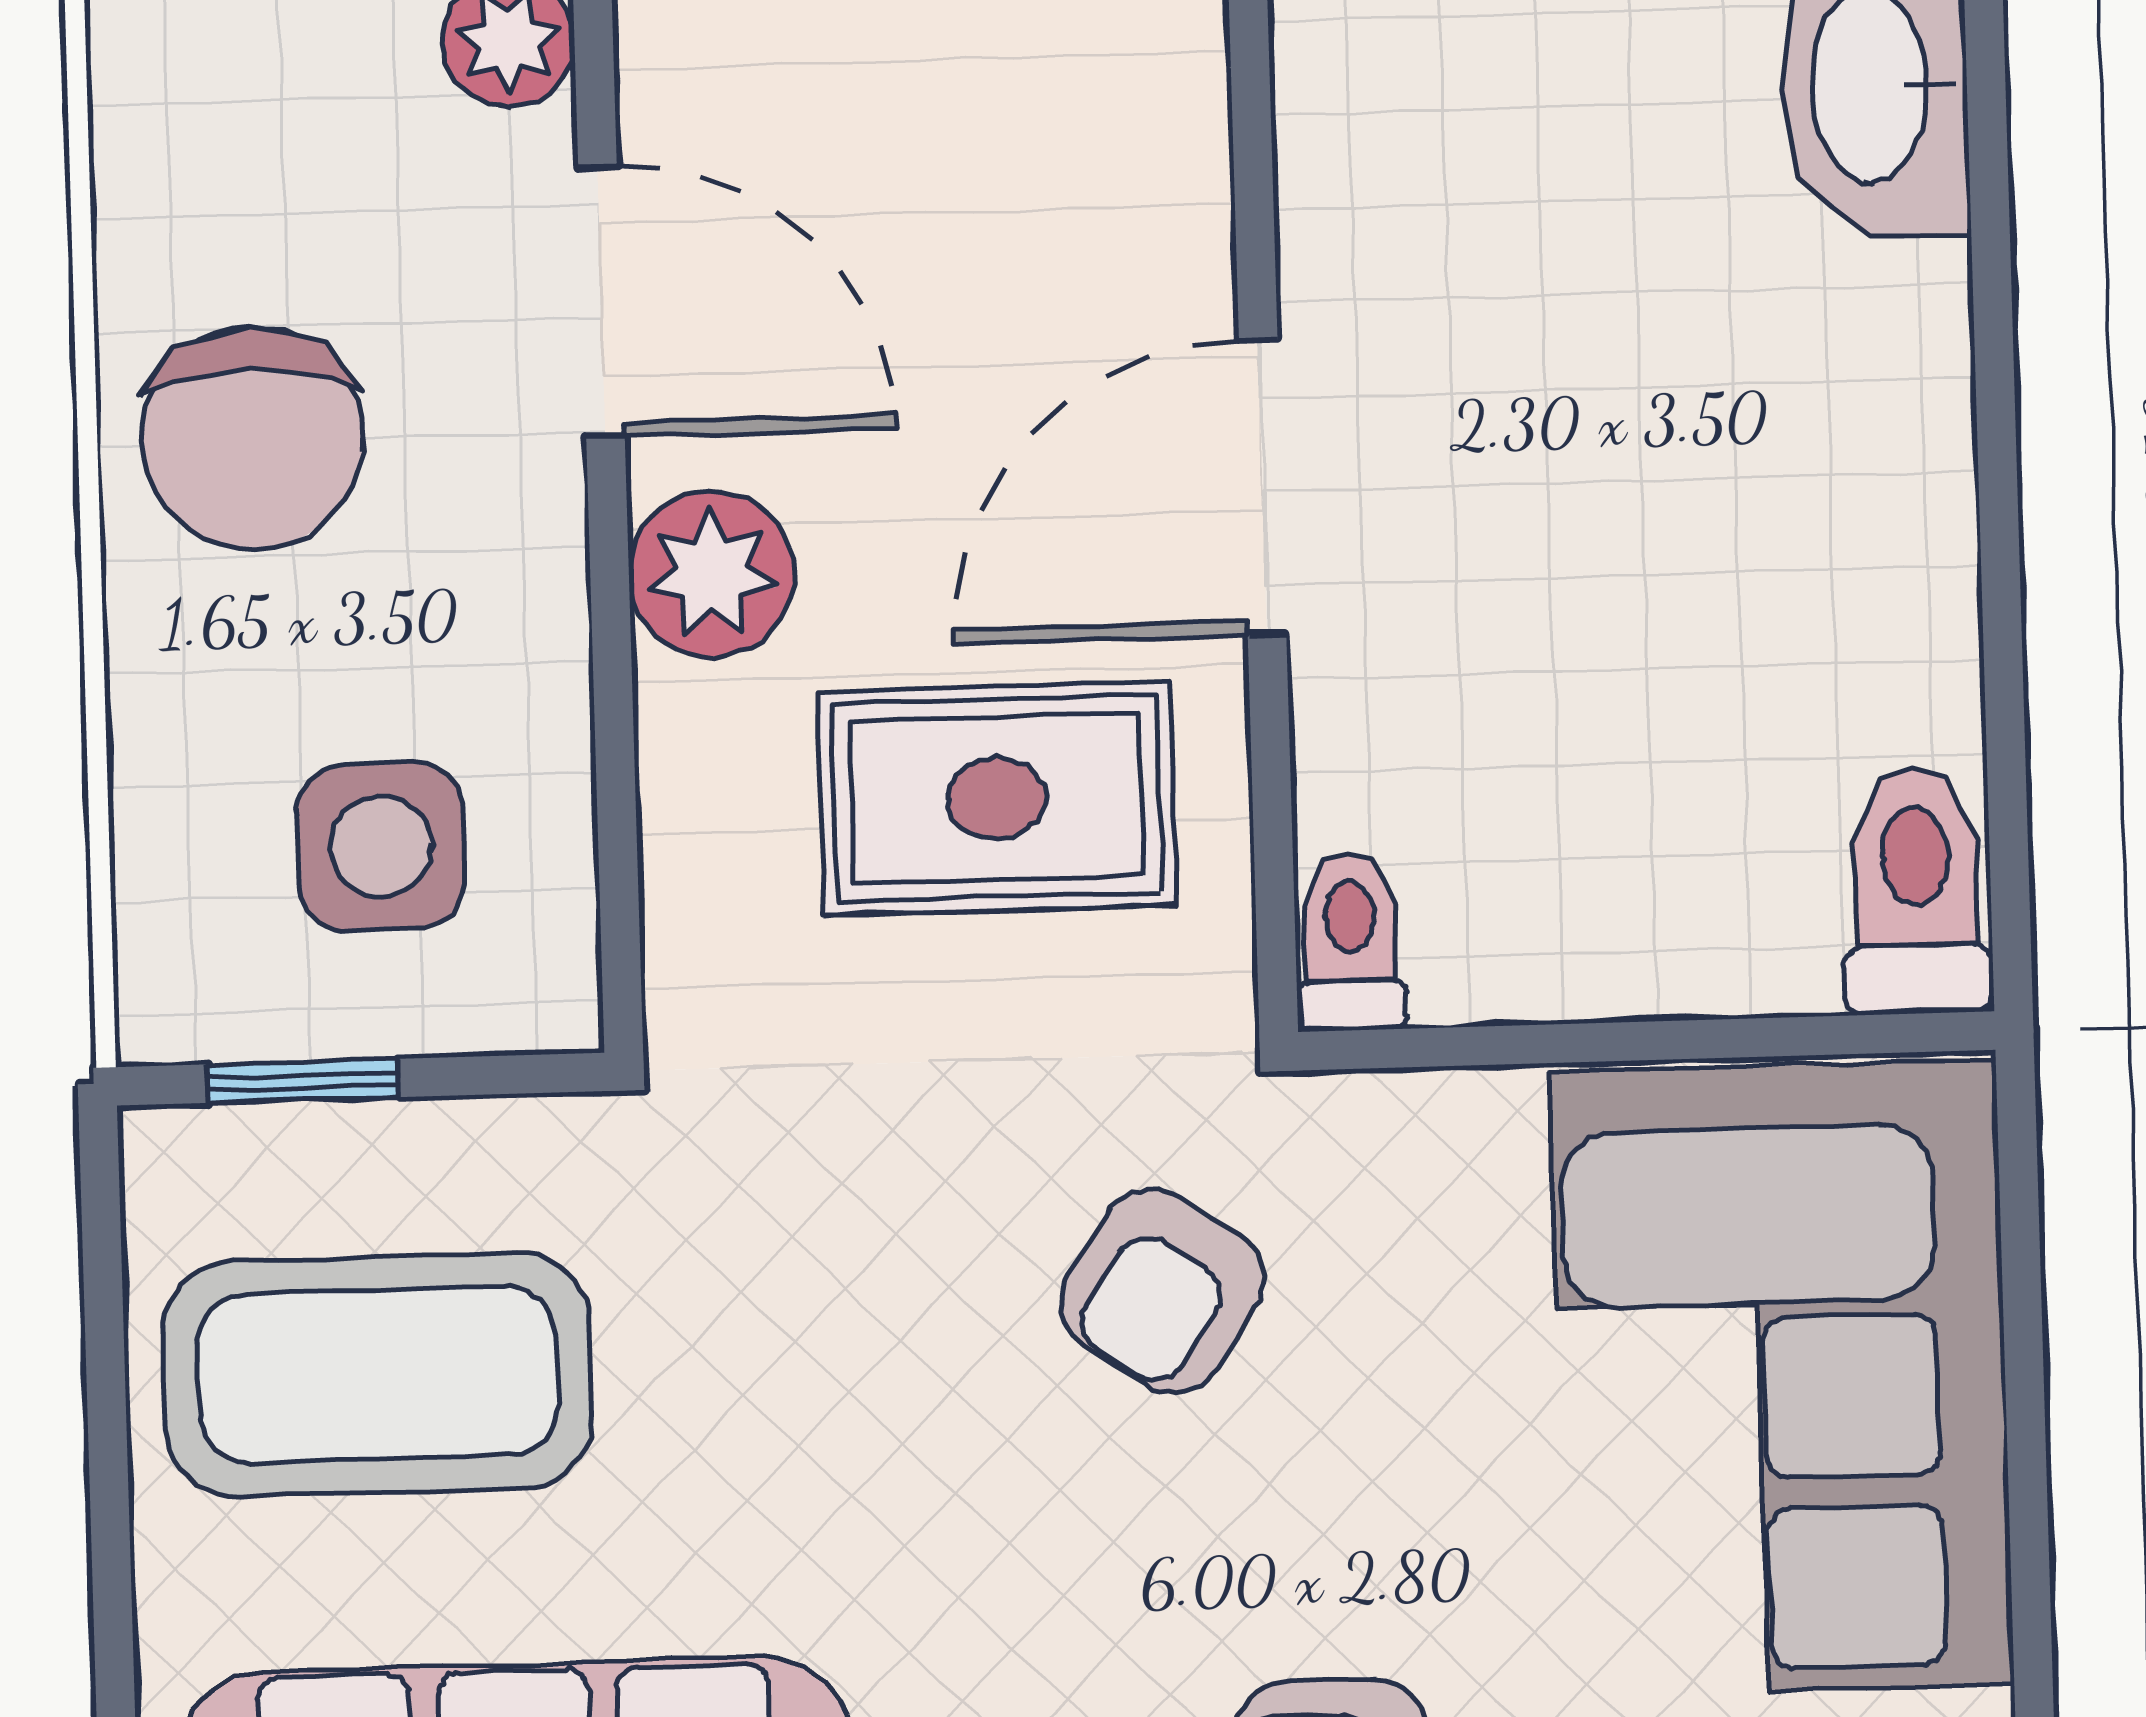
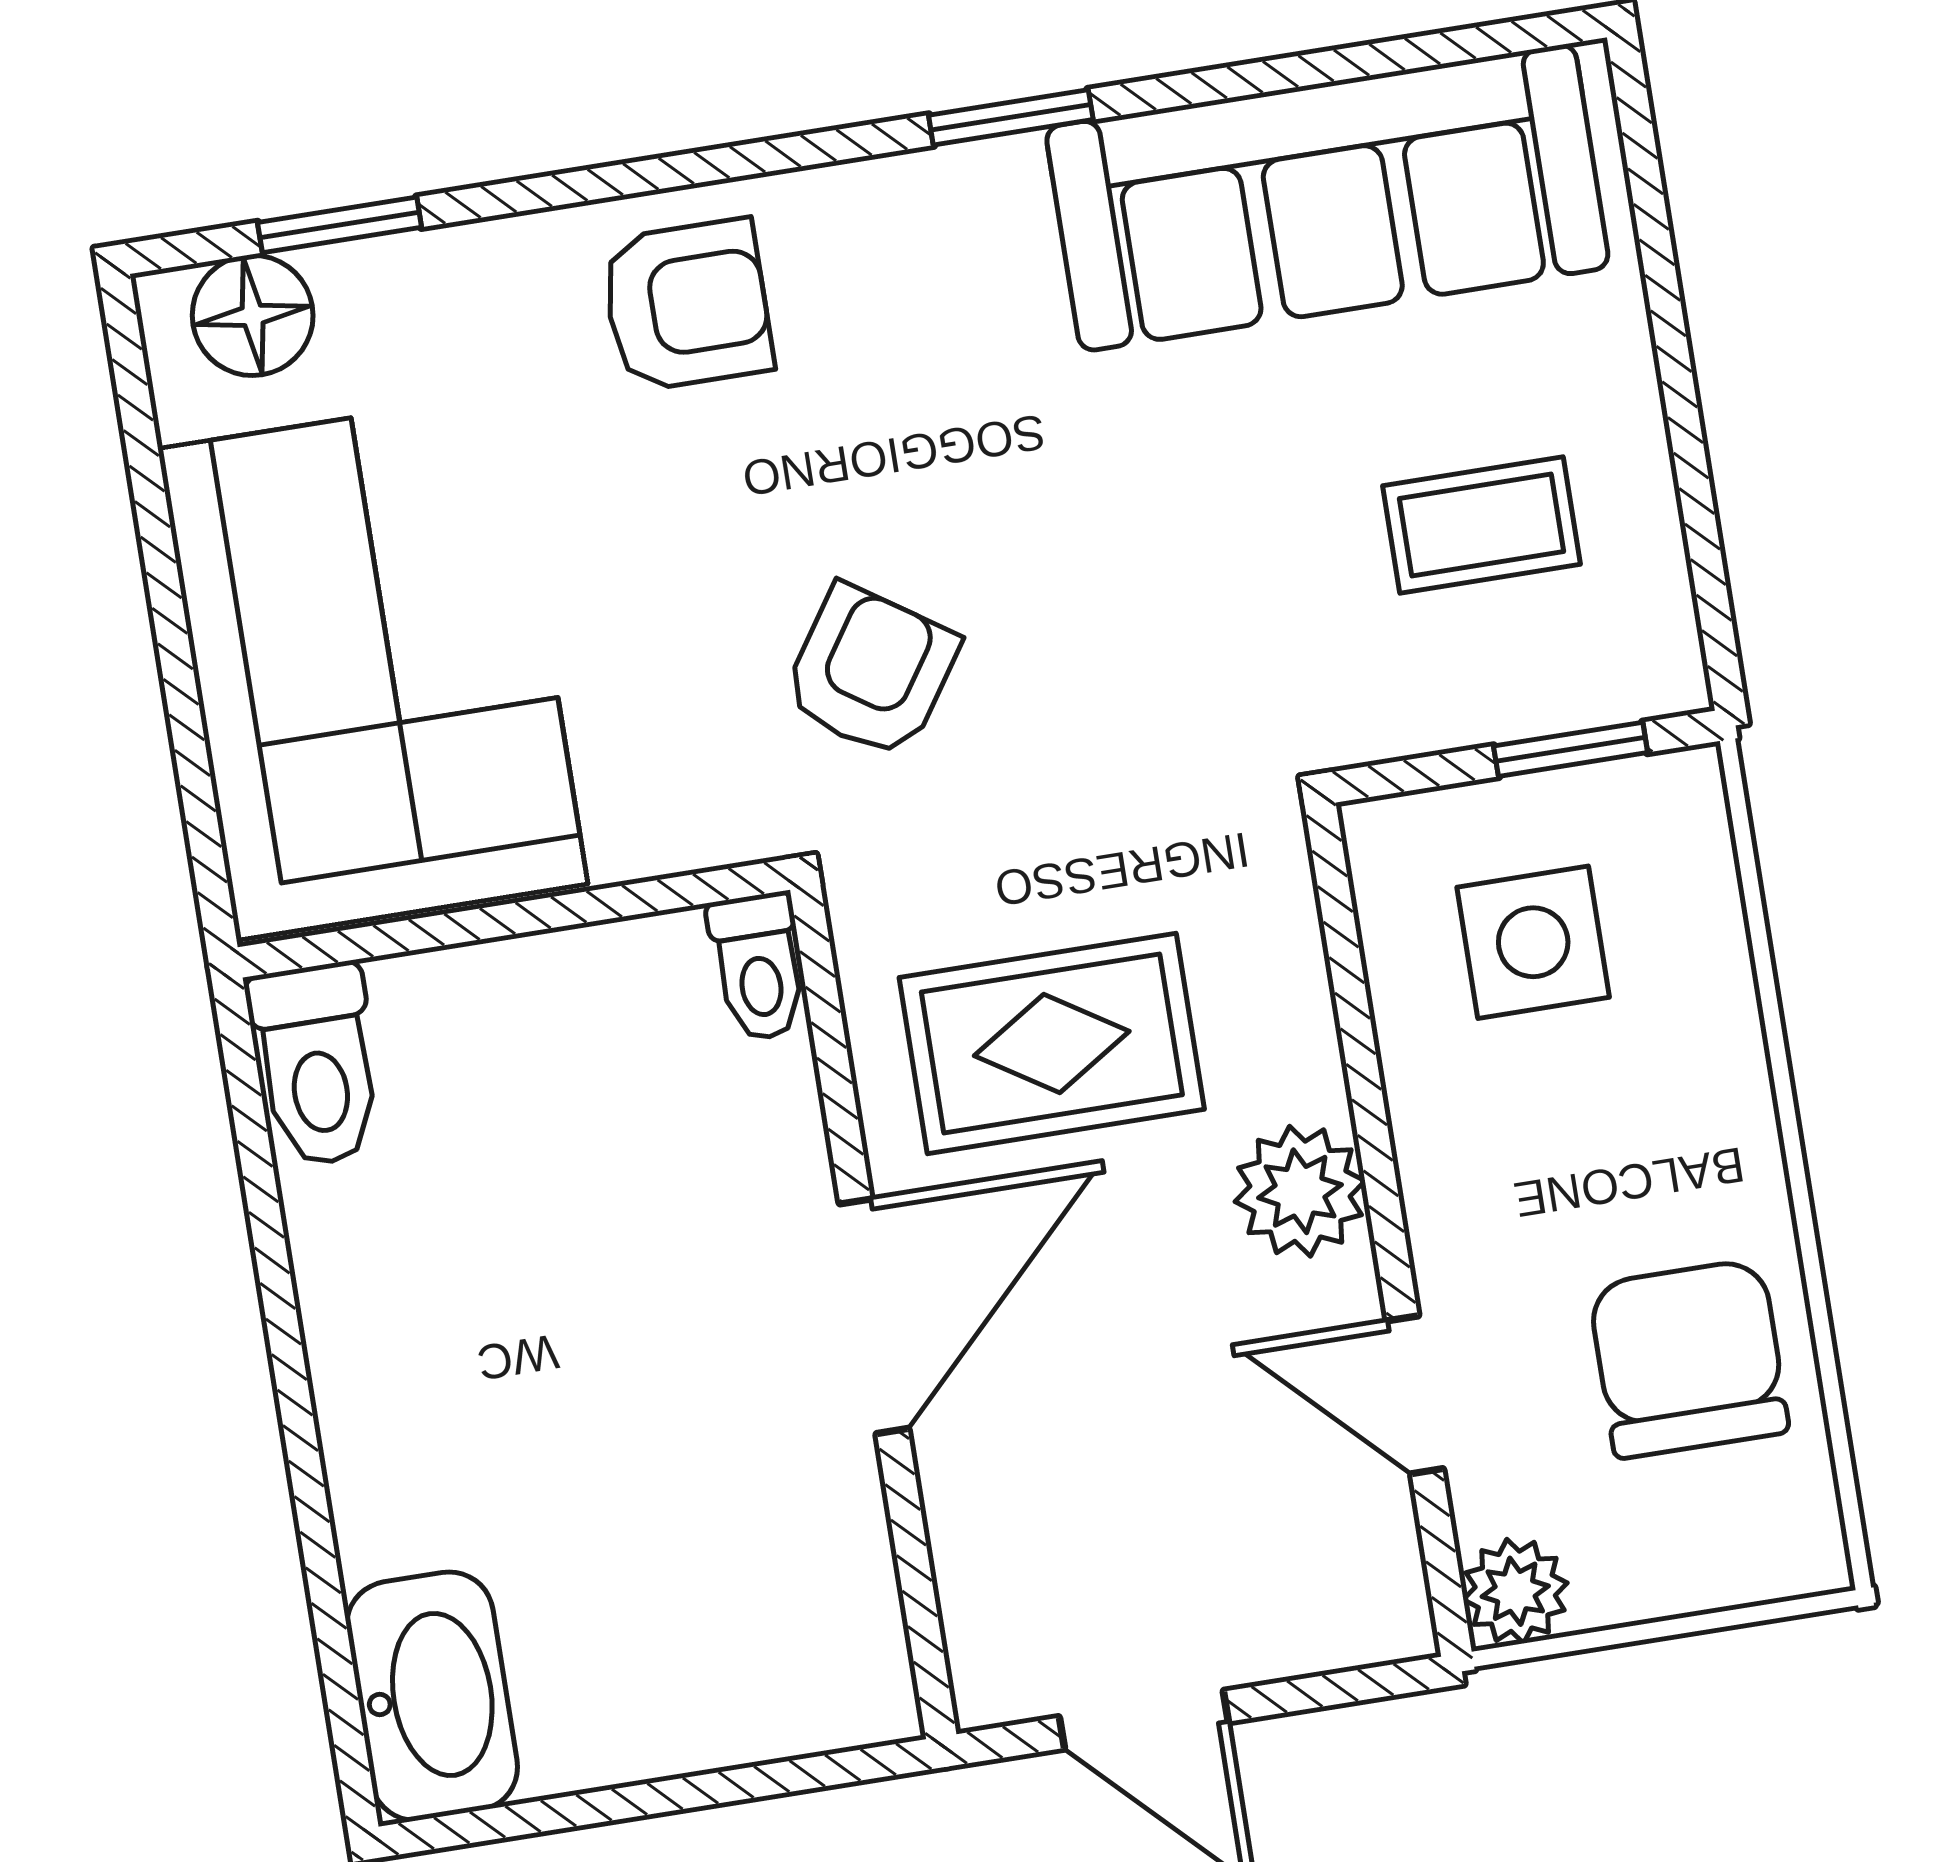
door: (601, 302) -> (1415, 1395), width x0.73
chair: (252, 438) -> (1689, 1359), moved
coffee table: (378, 1375) -> (1481, 525), width x0.54, depth x0.58

